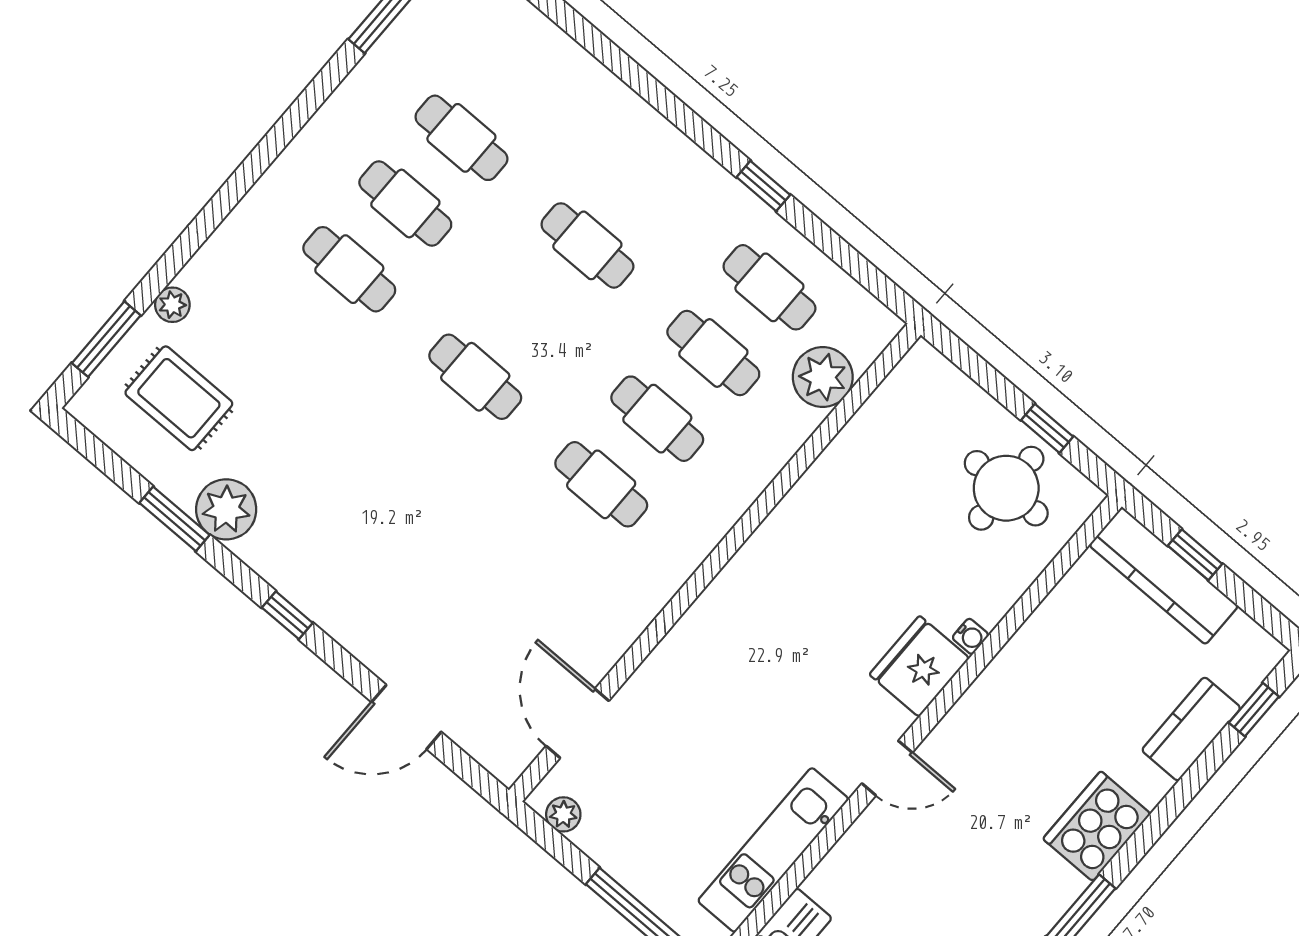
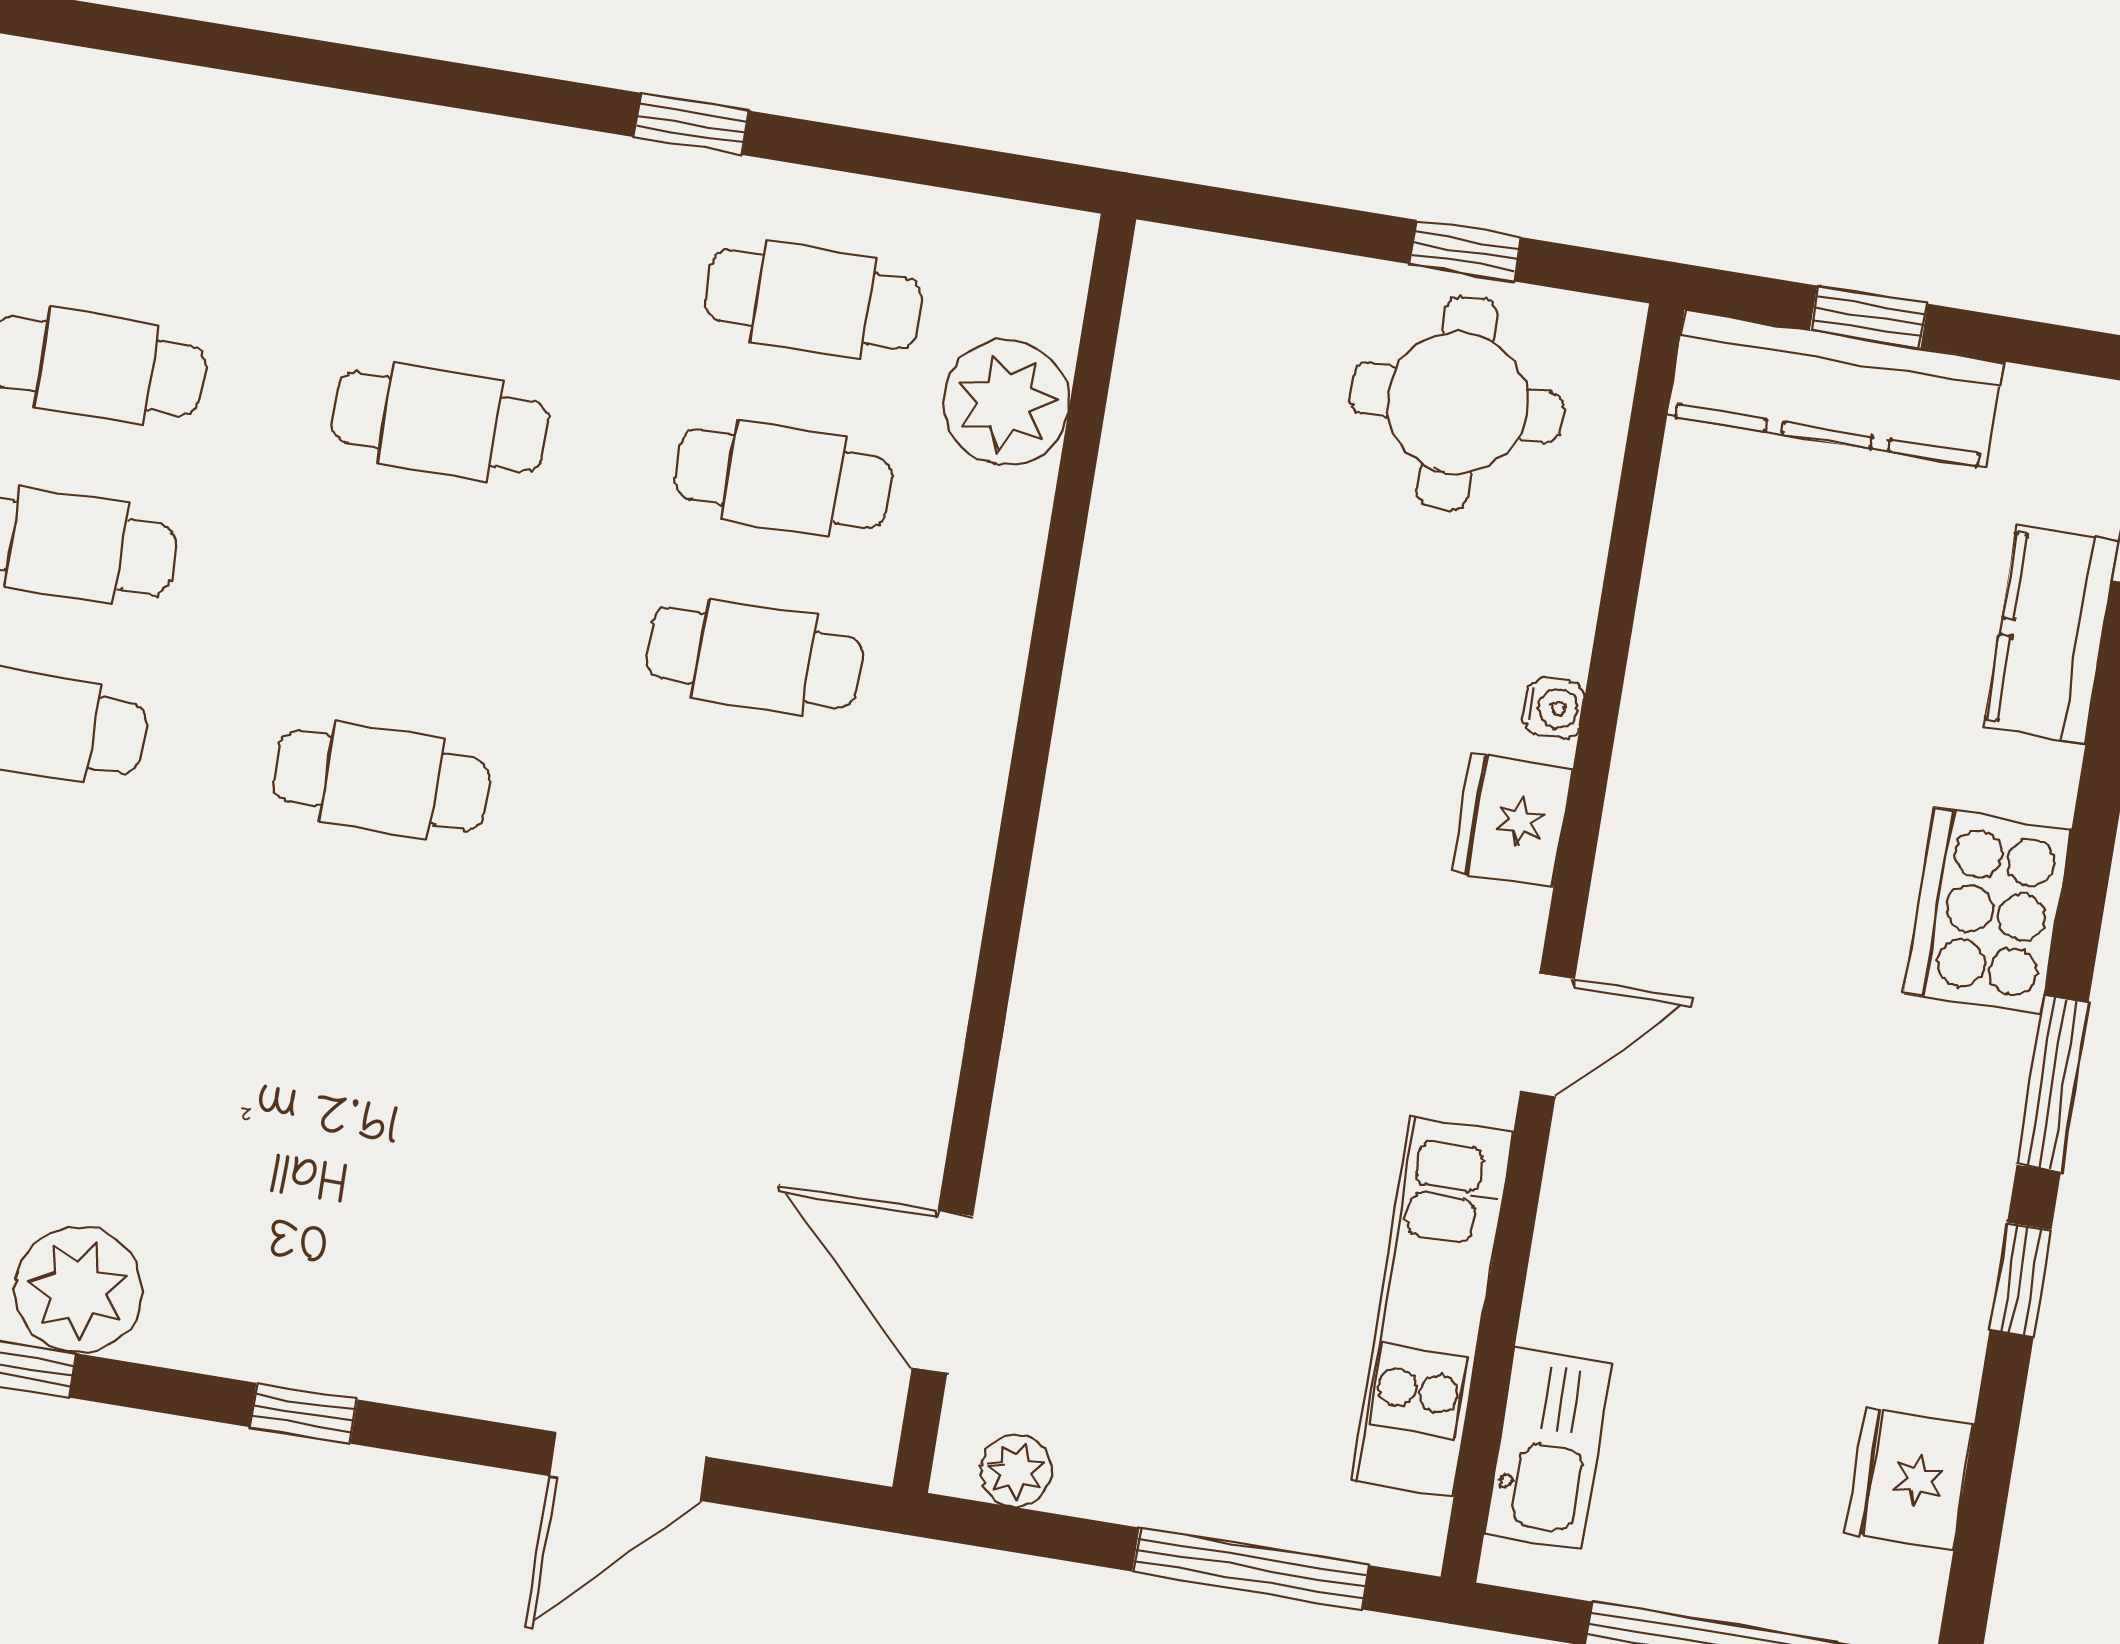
cafe table: (601, 484) -> (725, 836), removed
fridge: (919, 666) -> (1512, 820), width x0.73, depth x0.75

